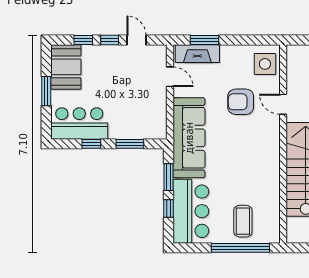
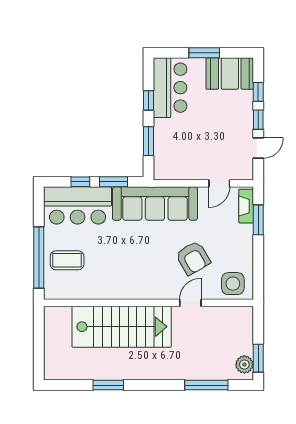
fireplace: (197, 54) -> (246, 206), width x0.73, depth x0.76
armchair: (241, 102) -> (193, 258), turned 150

